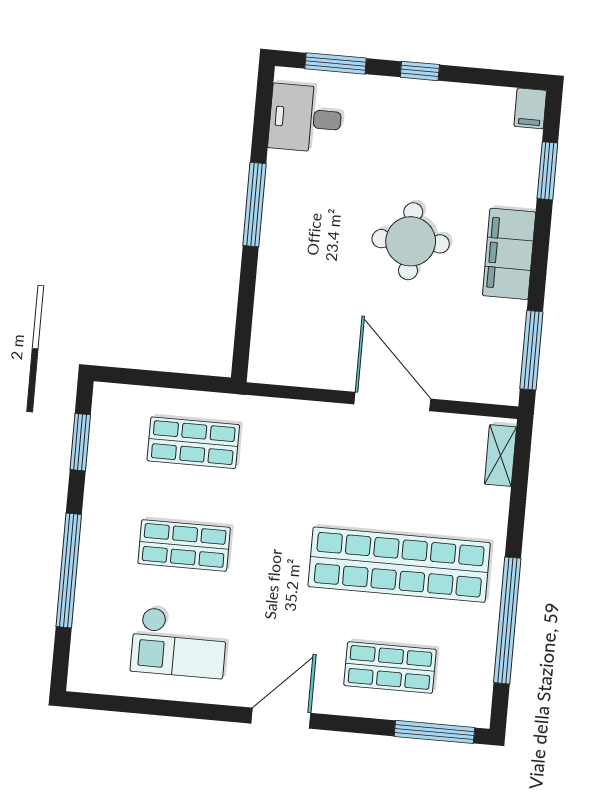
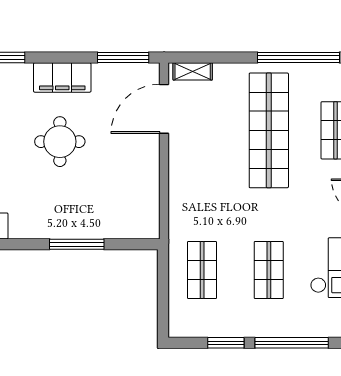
window: (254, 205) -> (77, 244), moved
door: (392, 402) -> (164, 109), moved
window: (80, 442) -> (226, 343), moved

